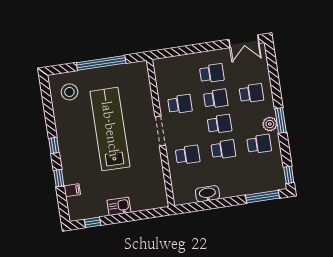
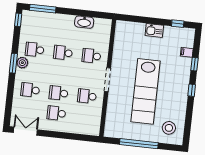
school desk: (219, 124) -> (61, 73), removed

